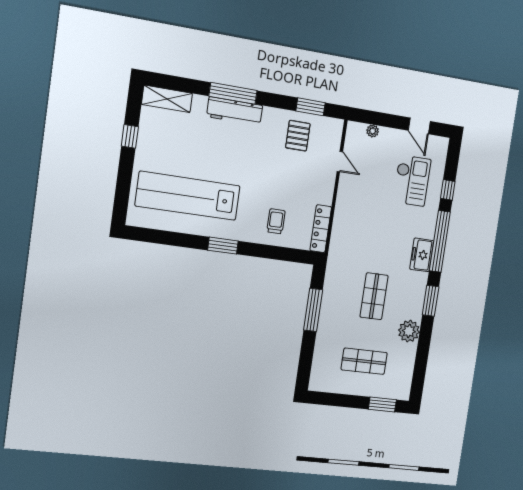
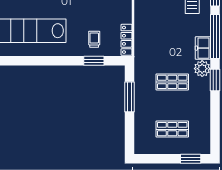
window: (223, 246) -> (94, 61), moved
shop shelf: (374, 296) -> (172, 82), turned 90
plant: (409, 331) -> (202, 69), moved

